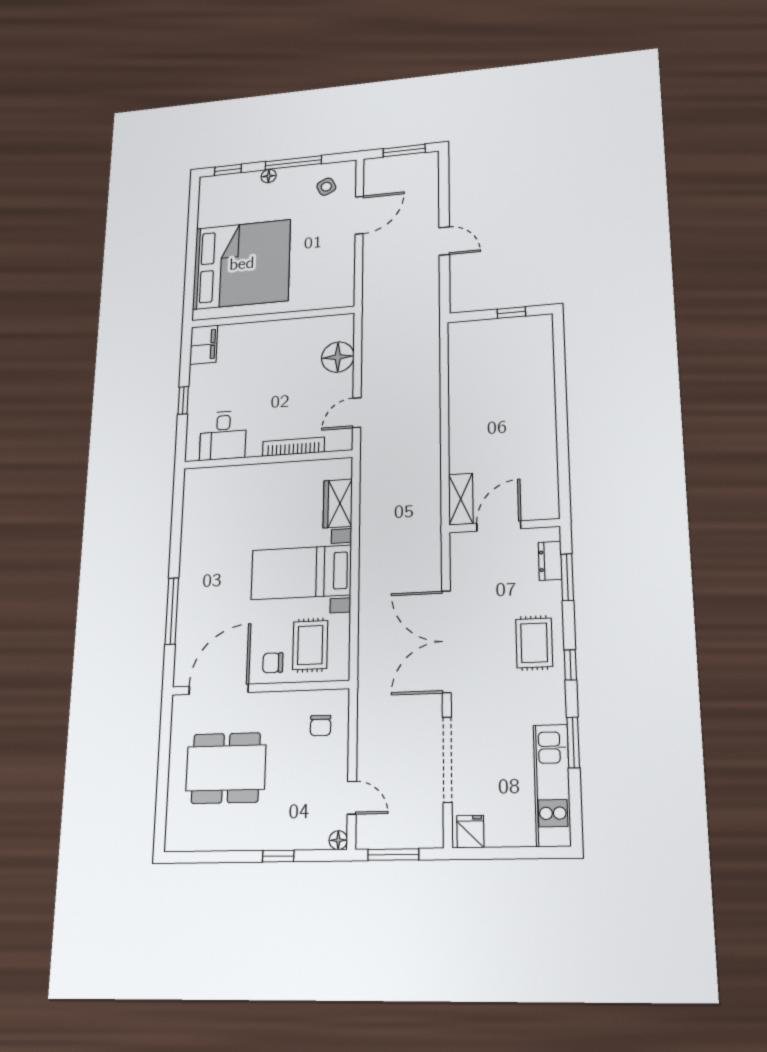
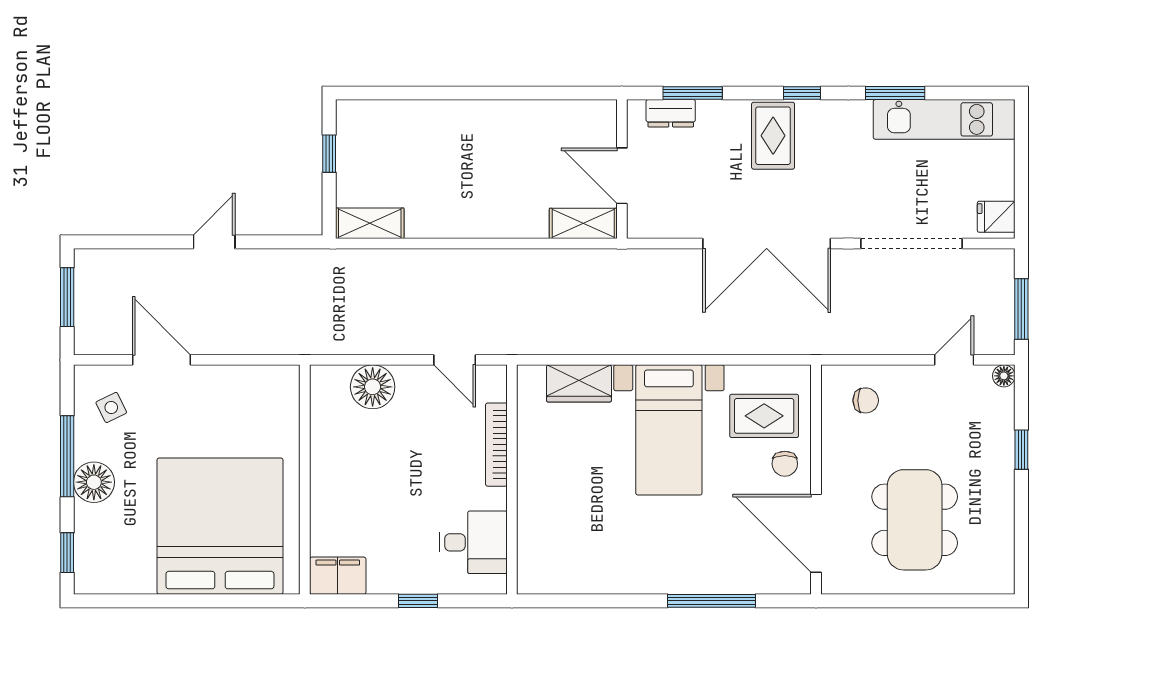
floor lamp: (269, 176) -> (94, 482), width x1.89, depth x1.89
shelving: (459, 345) -> (370, 223), added
rug: (534, 643) -> (773, 136), turned 90

